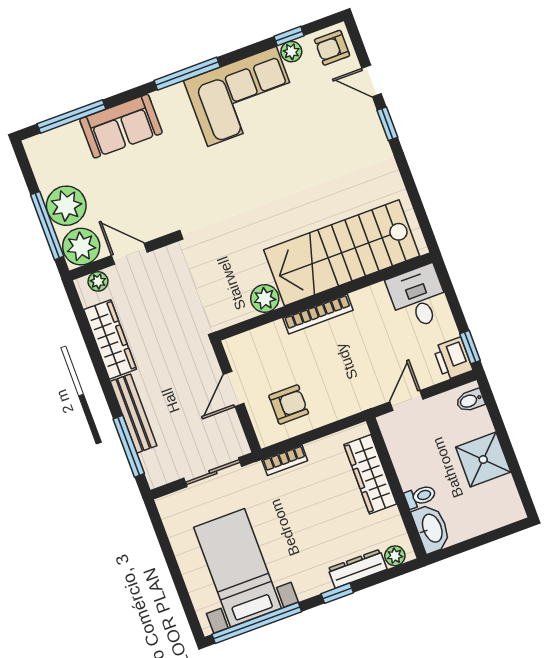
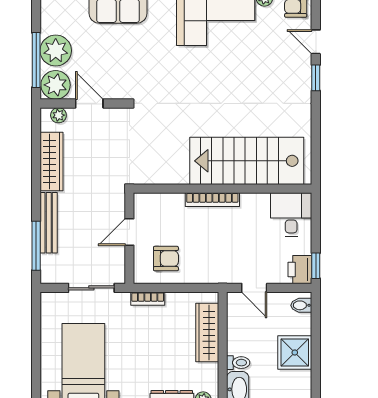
plant: (265, 298) -> (177, 174), removed
door: (407, 401) -> (254, 288), swing flipped

